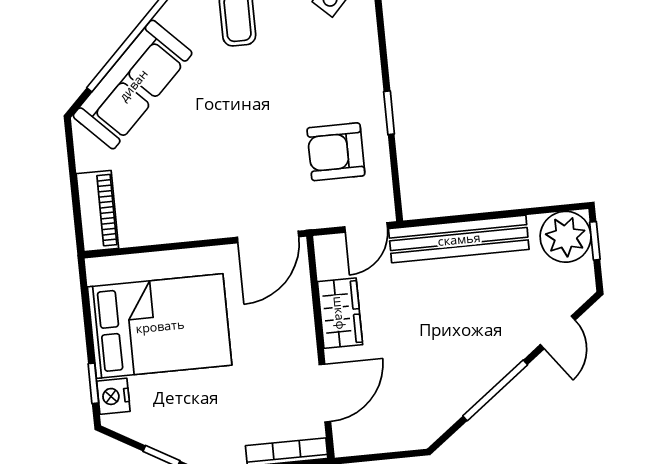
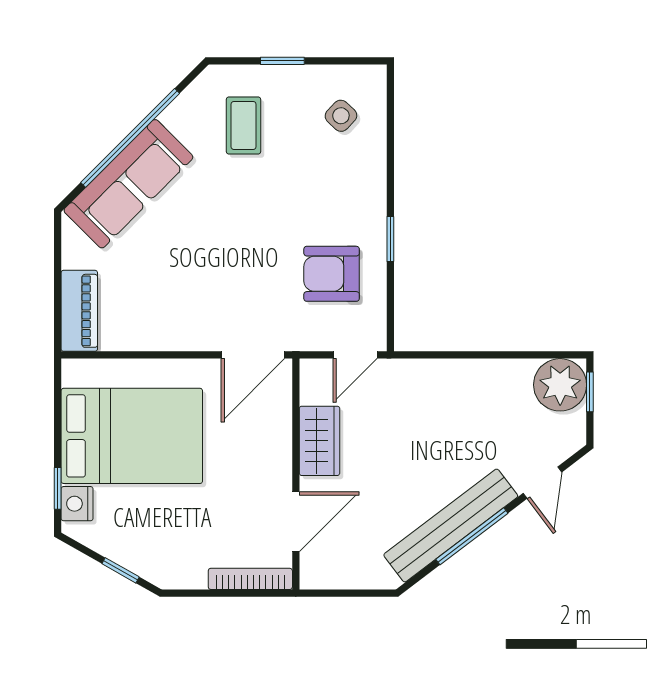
bench: (459, 239) -> (451, 525), moved, turned -37

